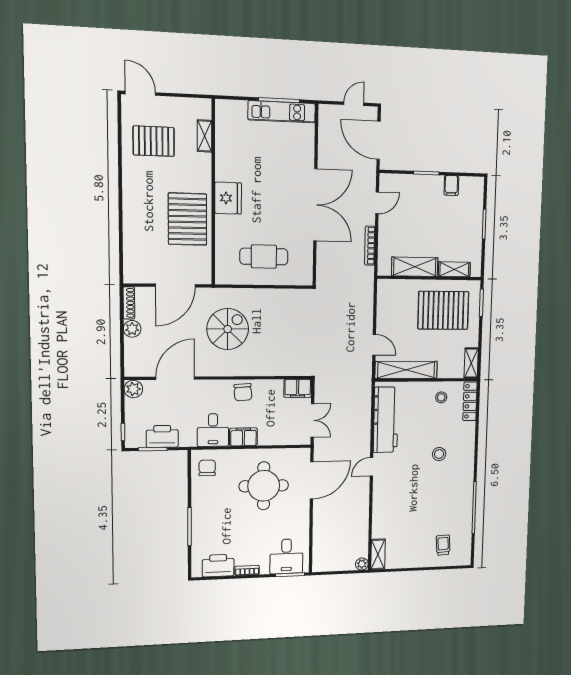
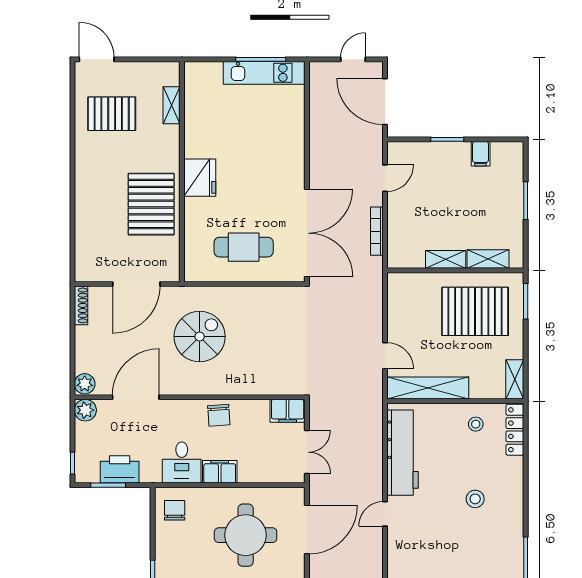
double door: (315, 205) -> (307, 233), moved
shelving: (415, 267) -> (446, 259), width x0.67, depth x0.75
plant: (132, 329) -> (85, 384), moved

